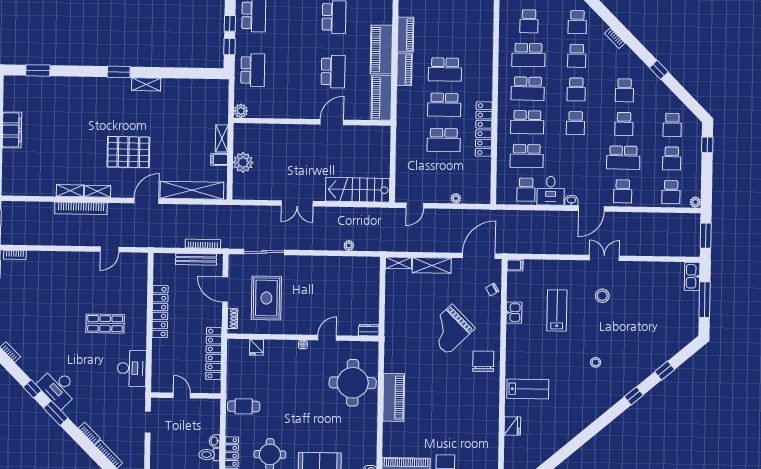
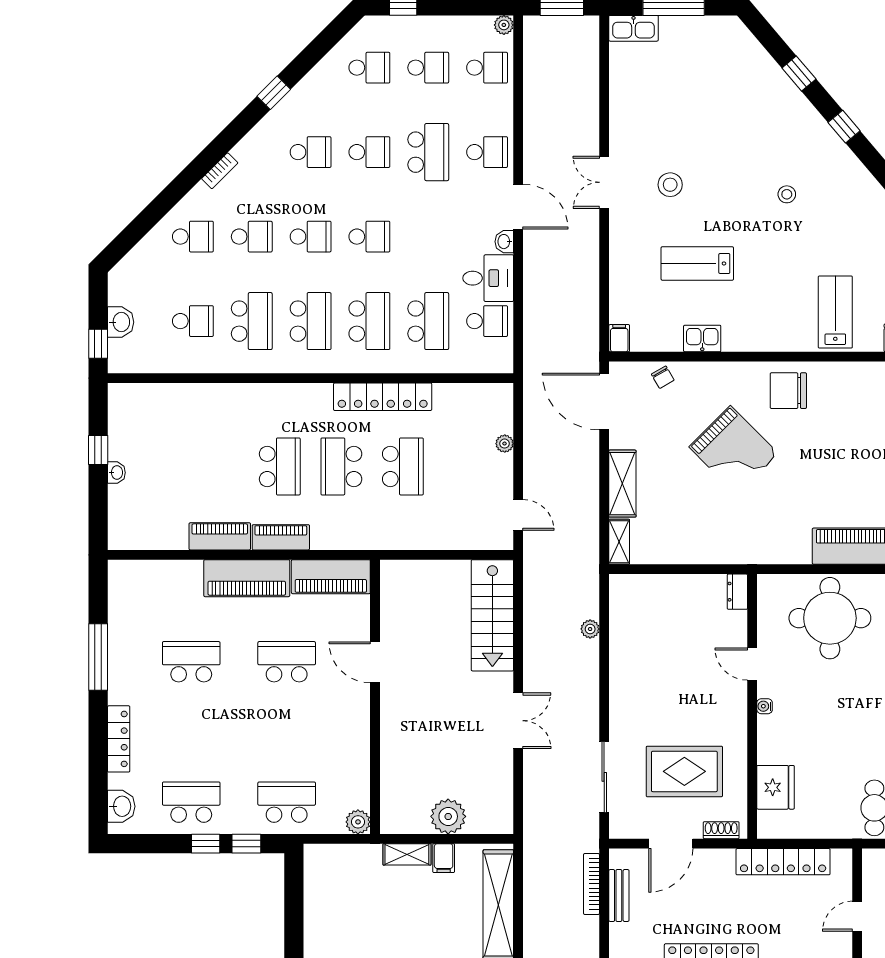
school desk: (444, 105) -> (341, 466), turned 180
bench: (196, 259) -> (619, 896), width x0.73
fridge: (256, 347) -> (776, 787), width x1.88, depth x1.34

